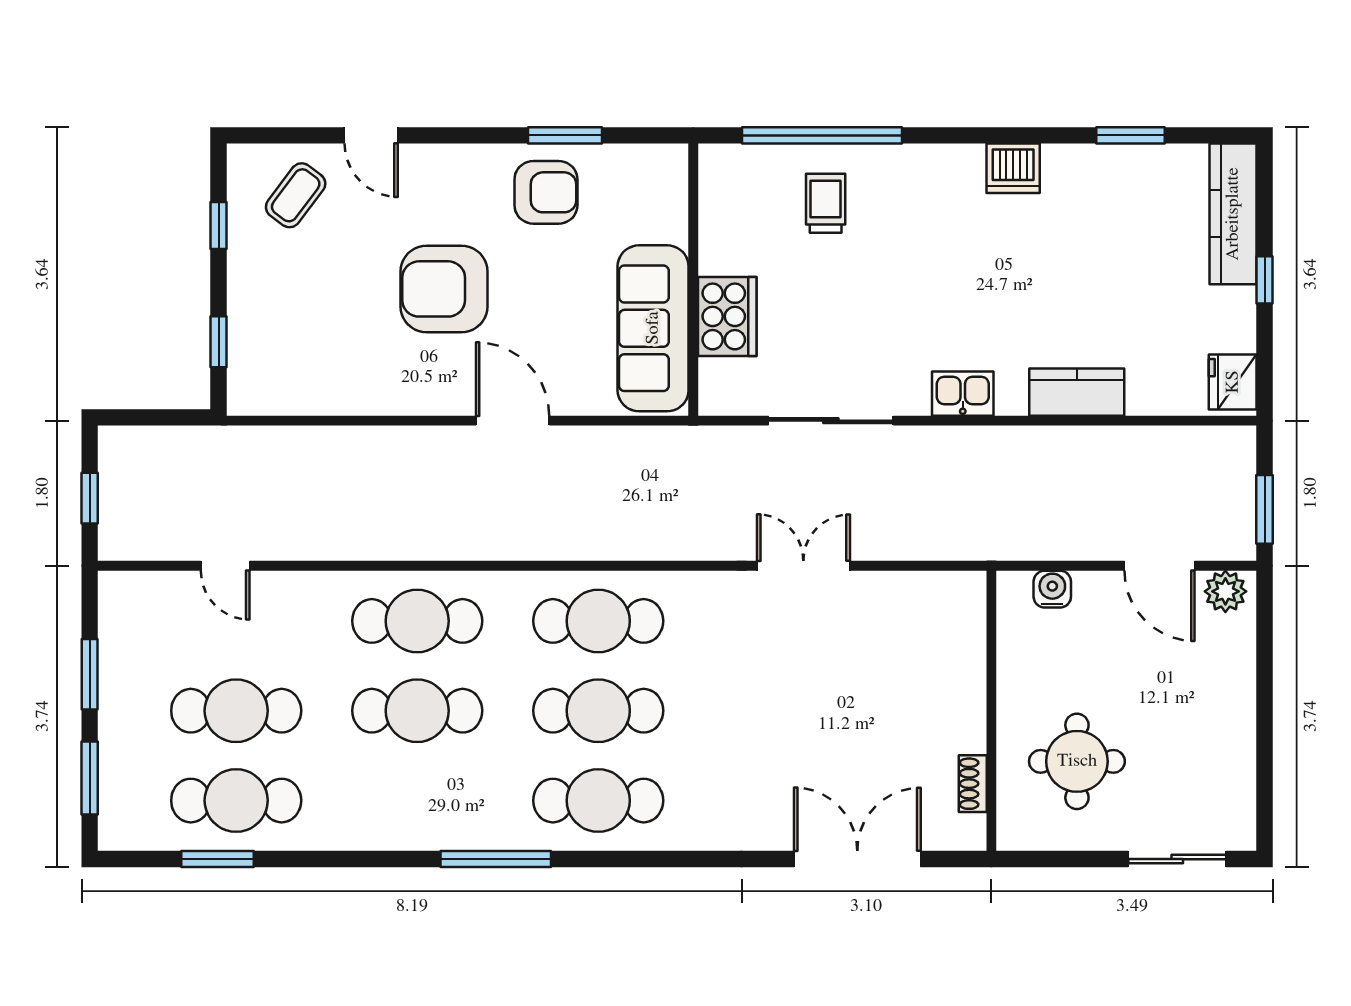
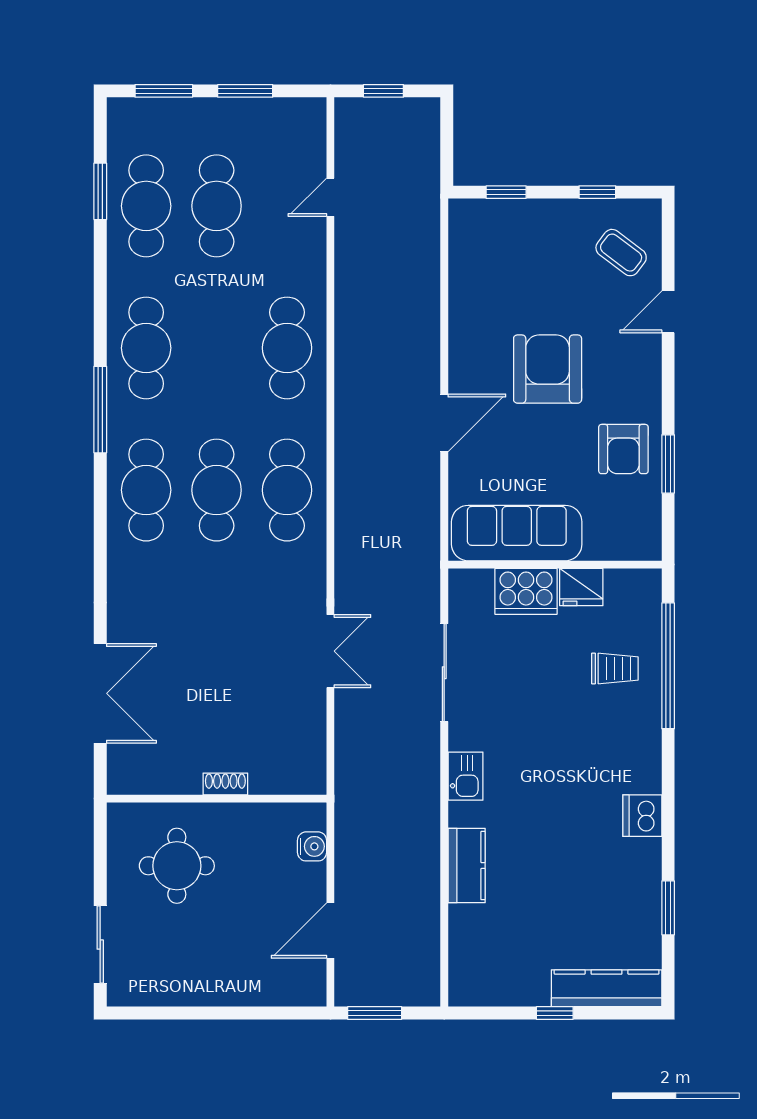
fridge: (1233, 382) -> (581, 587), moved, turned 180
plant: (1225, 591) -> (310, 982), removed
cafe table: (417, 711) -> (146, 348), moved
shoe rack: (973, 784) -> (225, 784), moved

